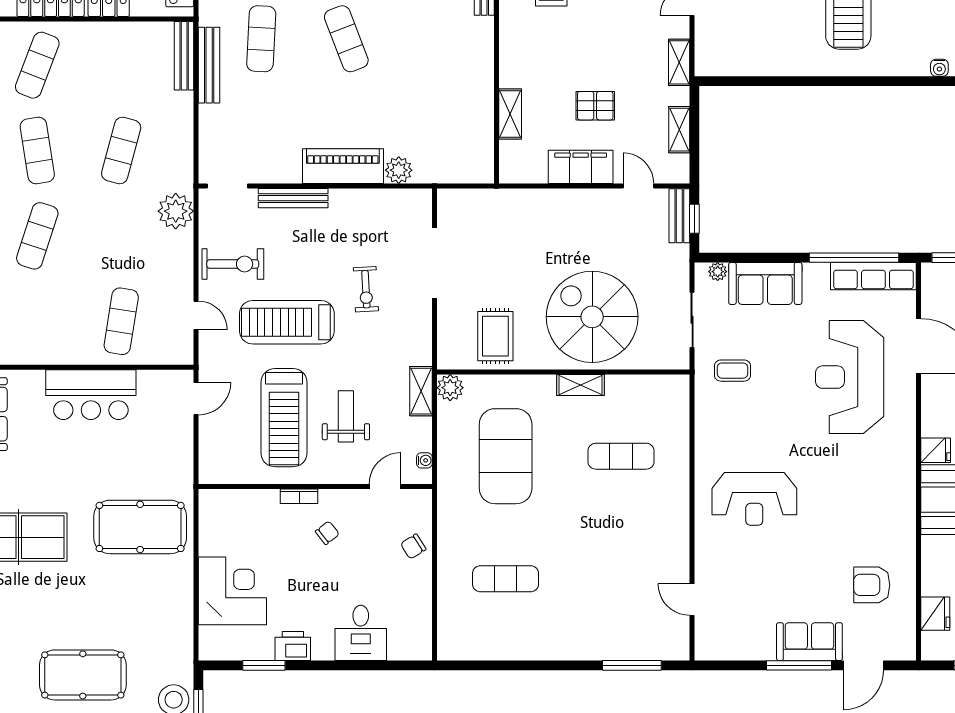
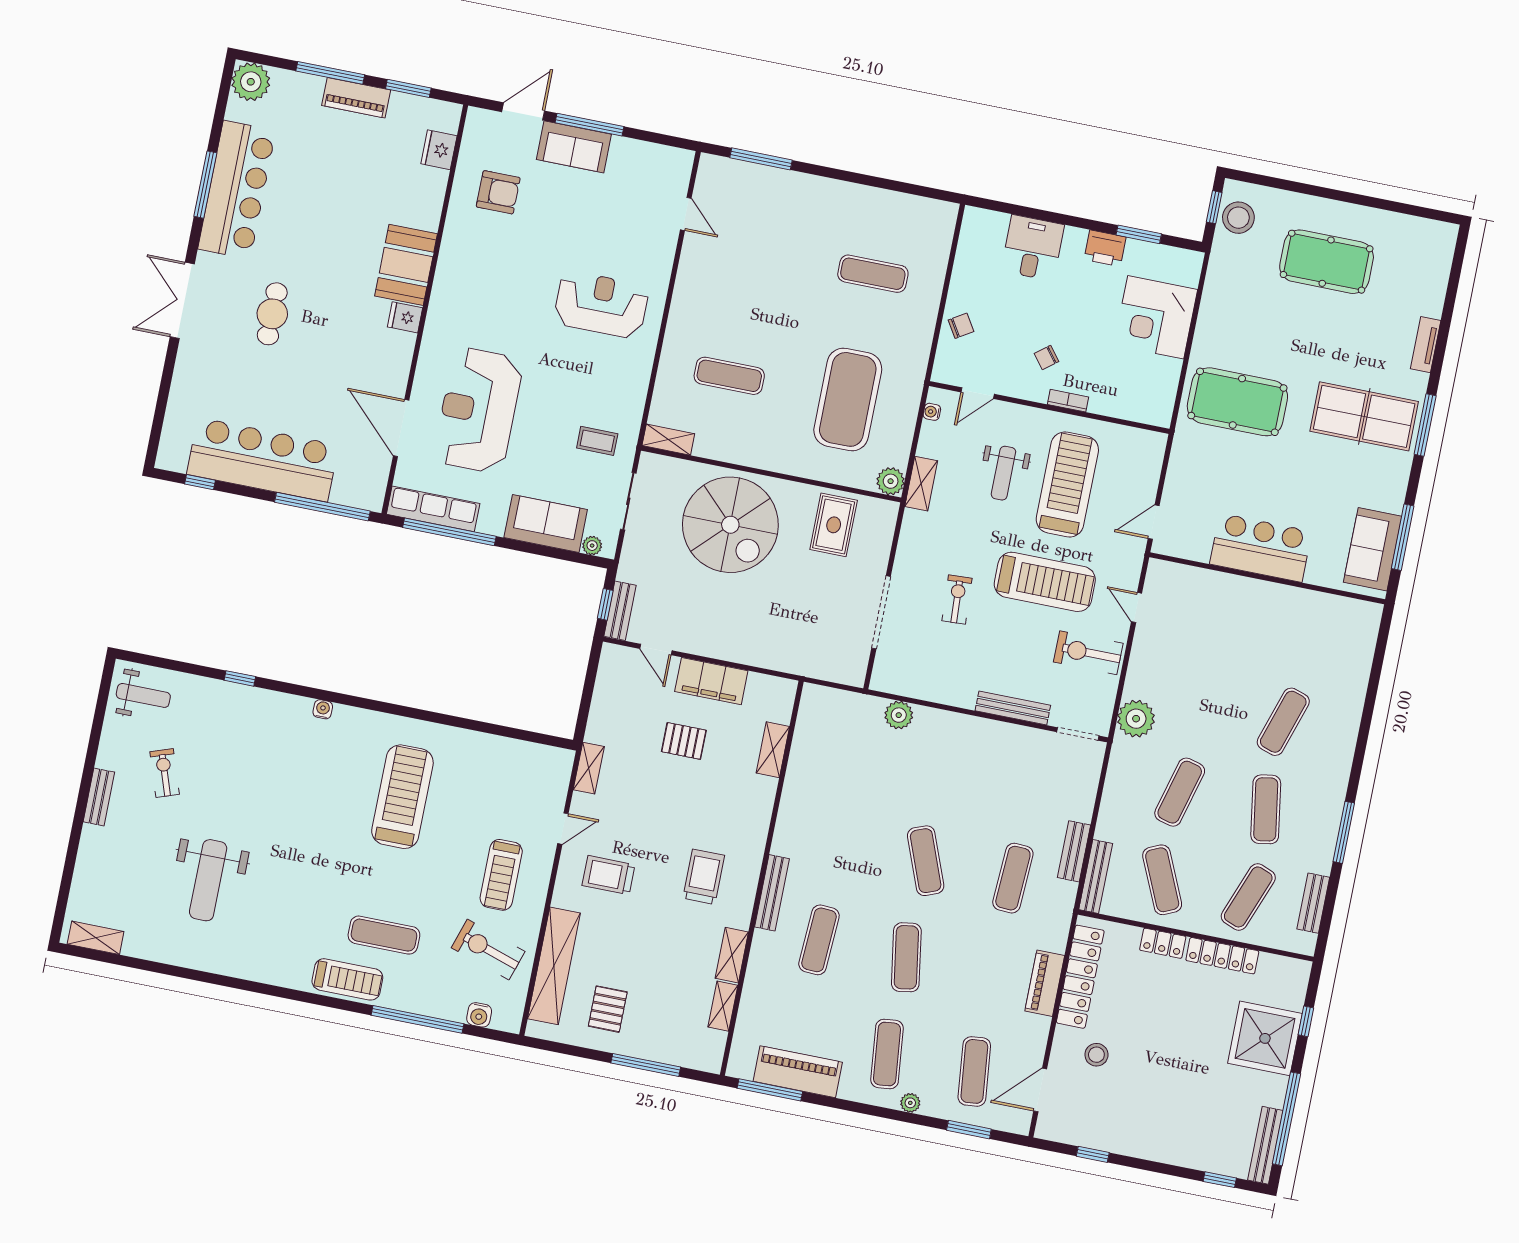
bench: (209, 65) -> (1074, 851), width x0.73
shelving: (679, 130) -> (602, 699), removed
piano: (343, 166) -> (955, 731), removed
exercise mat: (121, 321) -> (1162, 880), moved, turned -33
reception desk: (850, 377) -> (478, 410), turned 180
shelving: (581, 385) -> (668, 440), moved

